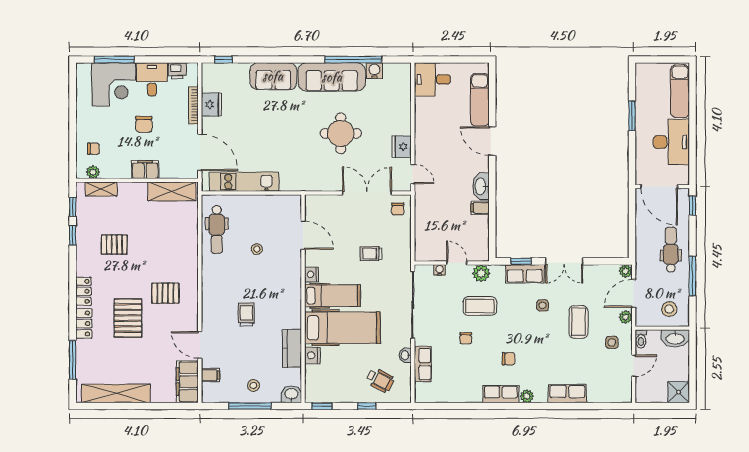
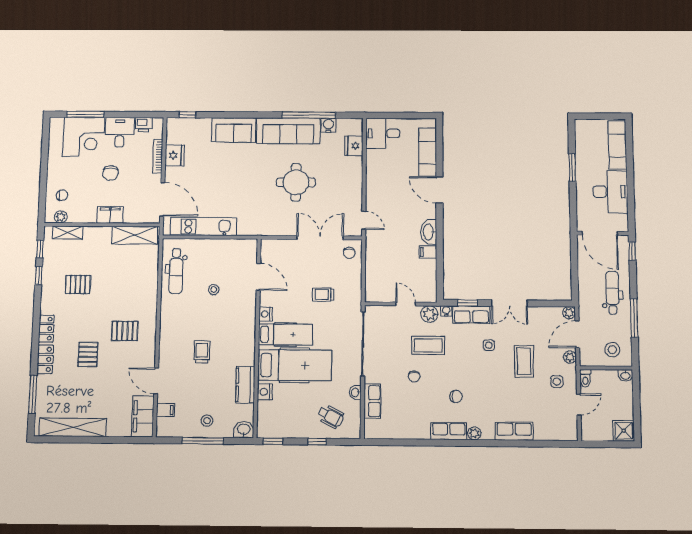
fridge: (402, 147) -> (354, 146), moved
water cooler: (440, 270) -> (446, 311), moved
pallet: (128, 318) -> (88, 354), width x0.67, depth x0.71
washbasin: (675, 338) -> (625, 375), width x0.52, depth x0.69

